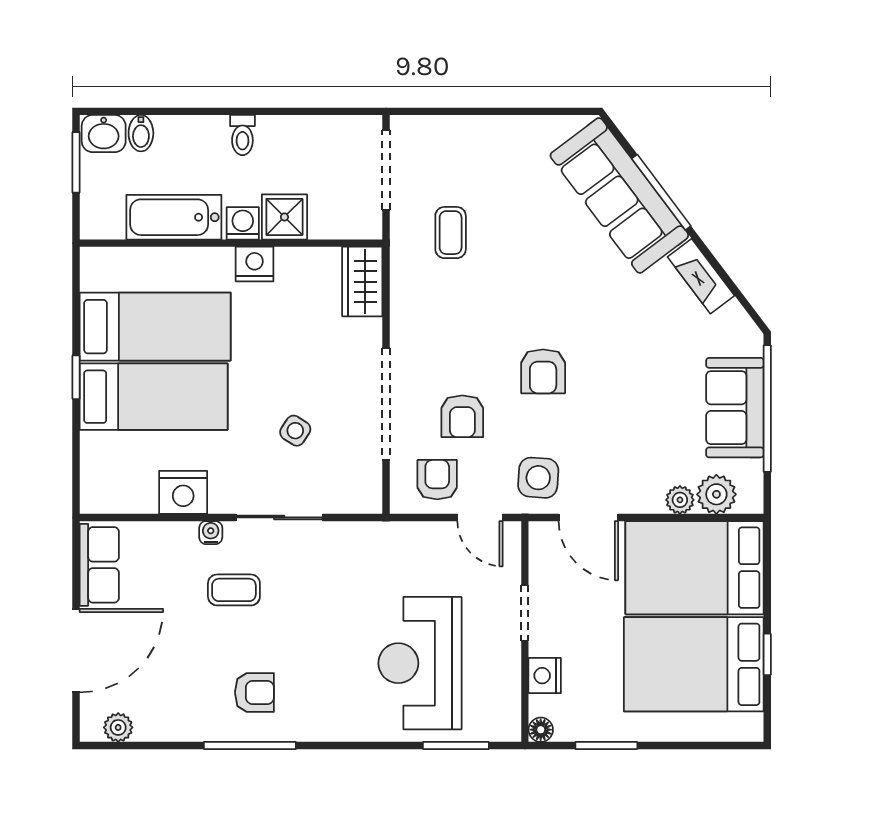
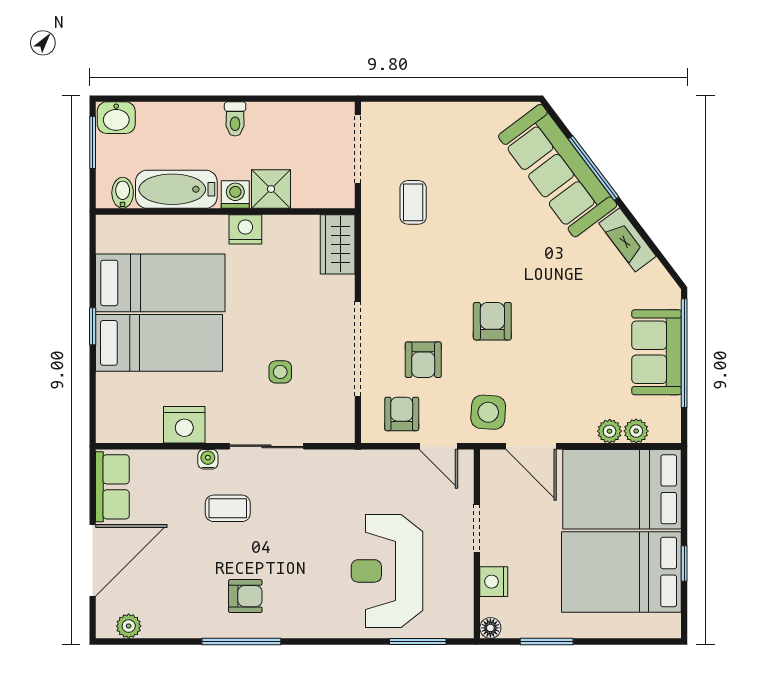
bidet: (141, 133) -> (123, 193), moved, turned 180
armchair: (543, 371) -> (492, 321), turned 180
side table: (295, 431) -> (280, 372), turned -33
plant: (716, 494) -> (636, 431), width x0.73, depth x0.73

